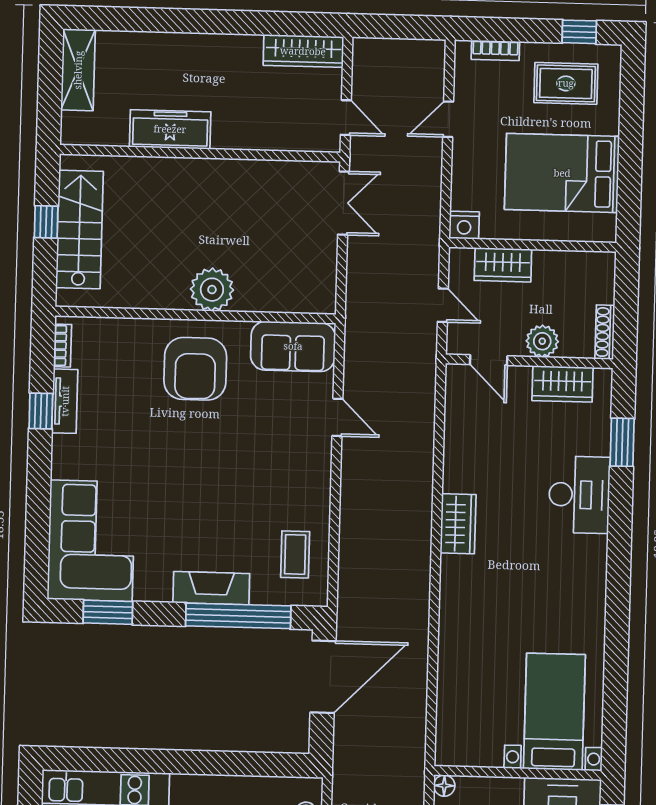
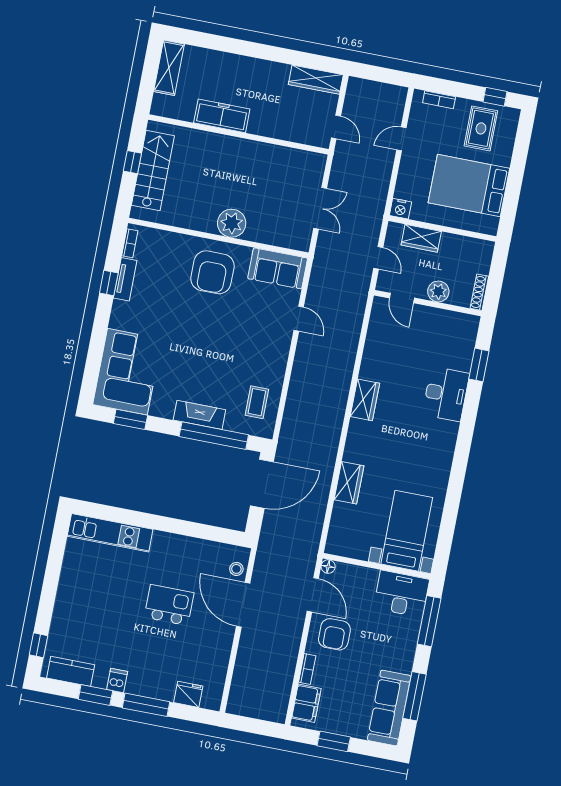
rug: (566, 83) -> (481, 128), turned 90
double door: (343, 203) -> (320, 208), moved
wardrobe: (562, 384) -> (349, 483), moved, turned -90

